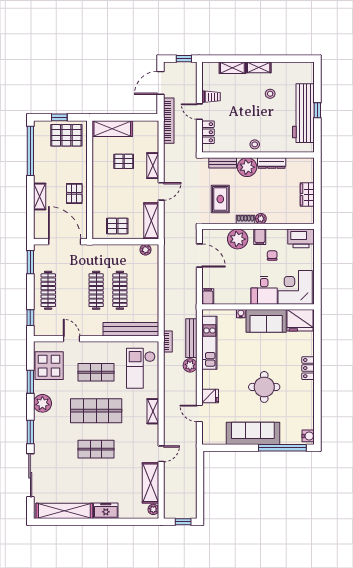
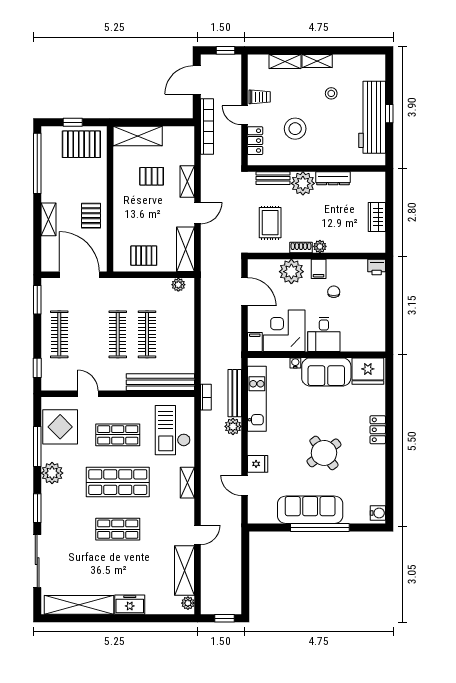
stool: (255, 144) -> (295, 129), moved, width x1.89, depth x1.89
printer: (301, 238) -> (377, 267), width x0.53, depth x0.68
corner desk: (295, 287) -> (284, 331), moved
window: (30, 382) -> (37, 447), width x1.44
round table: (264, 387) -> (324, 453), turned -37
window: (282, 448) -> (320, 528), moved

